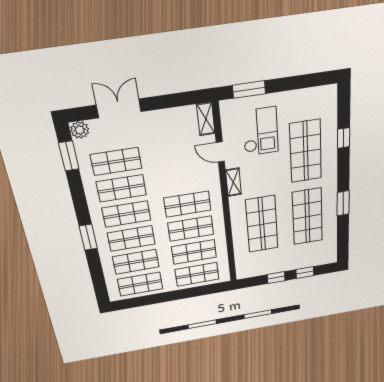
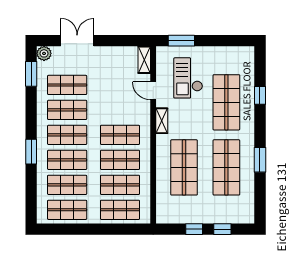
checkout: (260, 132) -> (188, 78), turned 180

